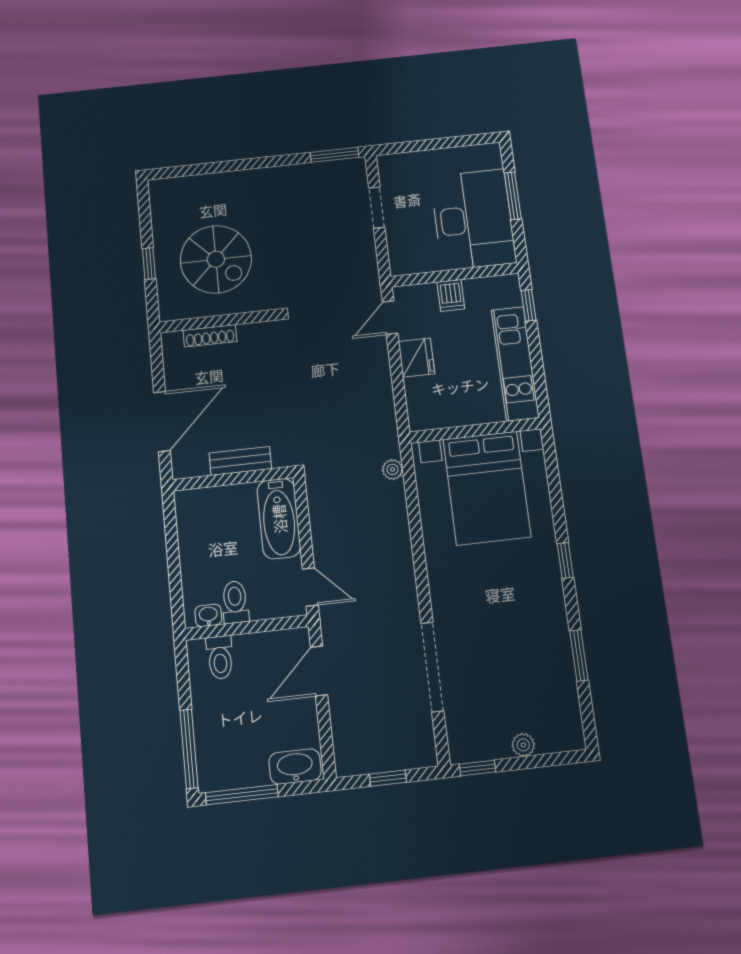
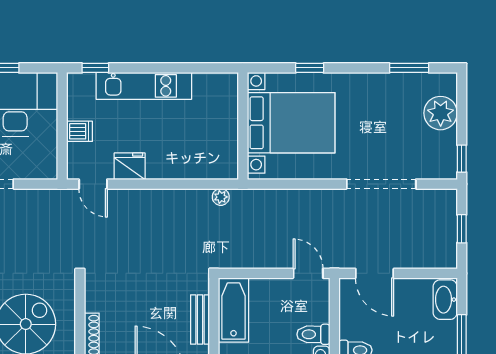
wall: (475, 430) -> (243, 126), moved
bed with nightstands: (487, 488) -> (291, 123), moved
bathtub: (279, 519) -> (234, 310), moved, turned -90
door: (310, 587) -> (308, 273), hinge flipped
window: (579, 655) -> (409, 68), moved
plant: (523, 745) -> (441, 113), width x1.88, depth x1.88

